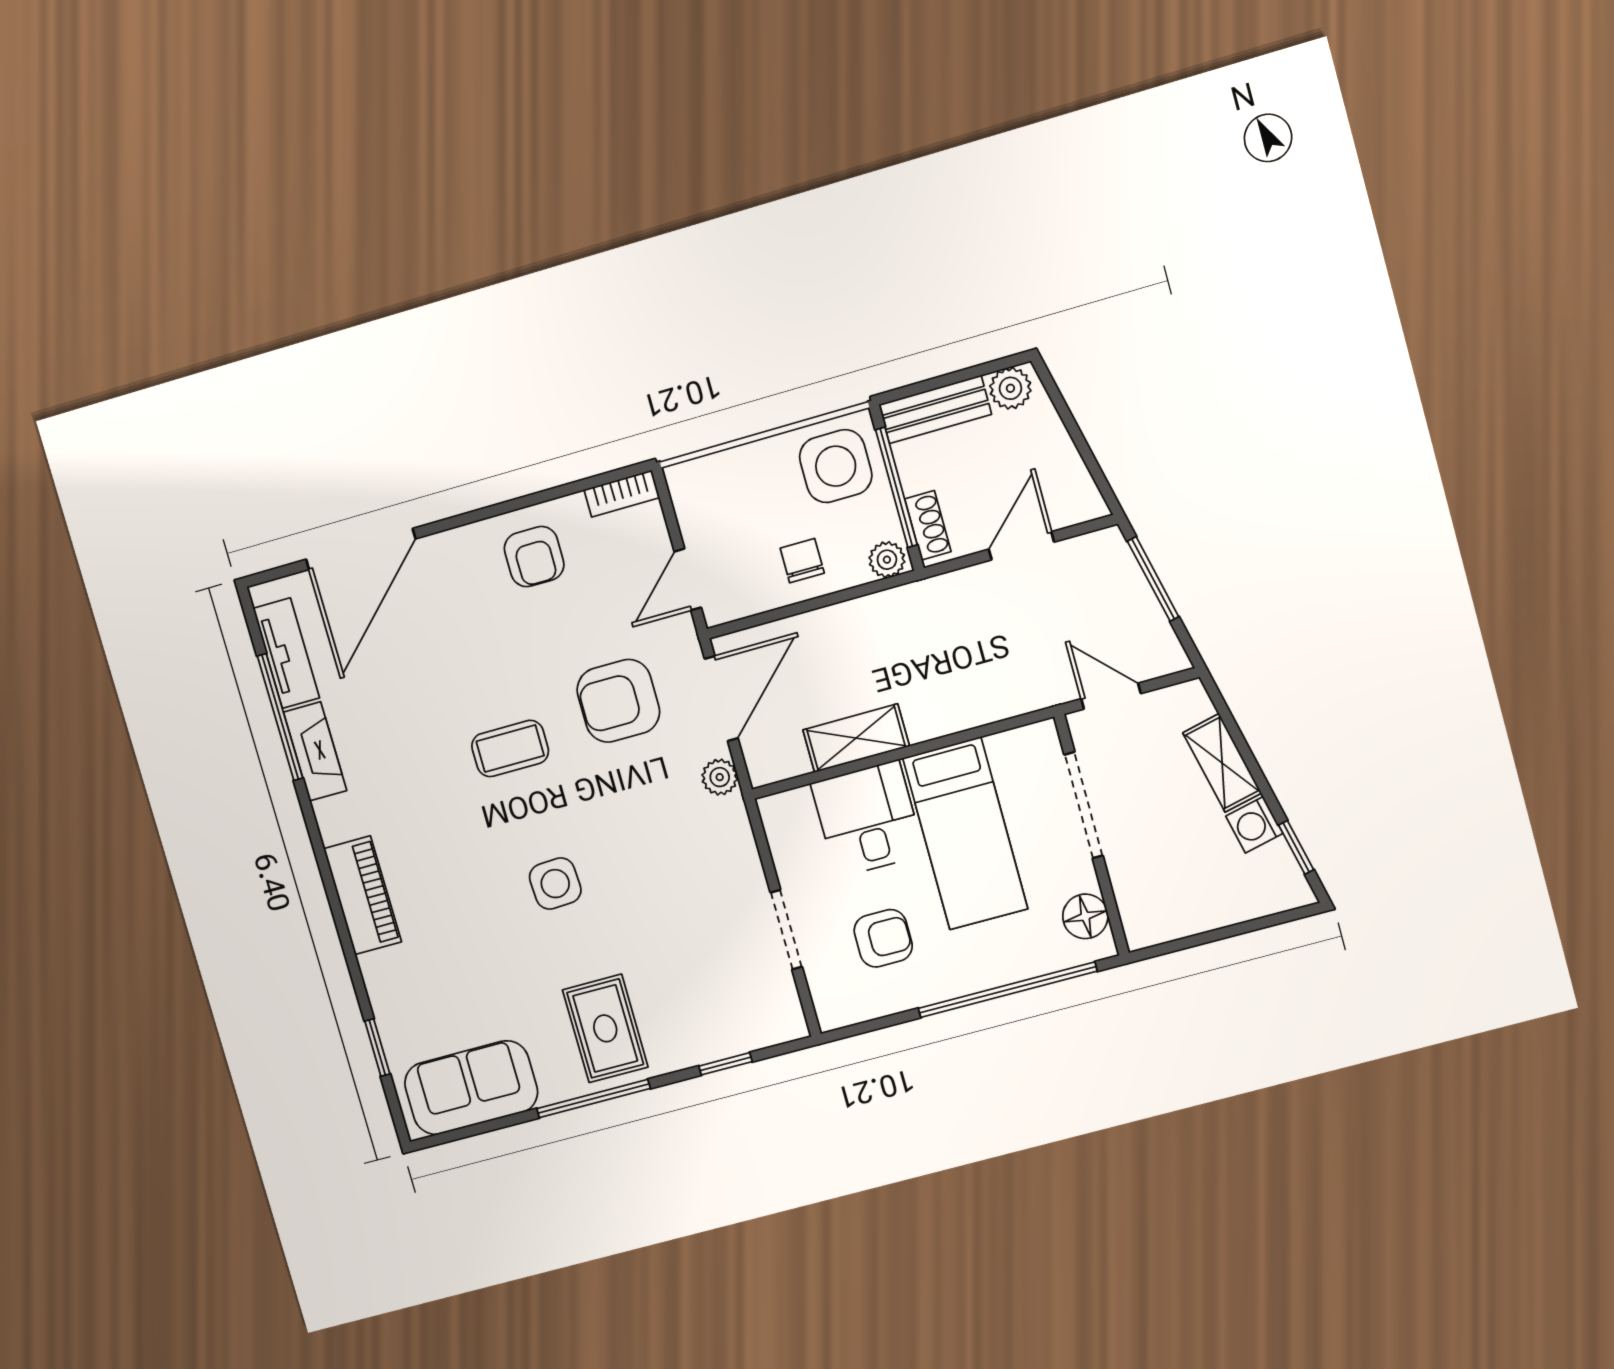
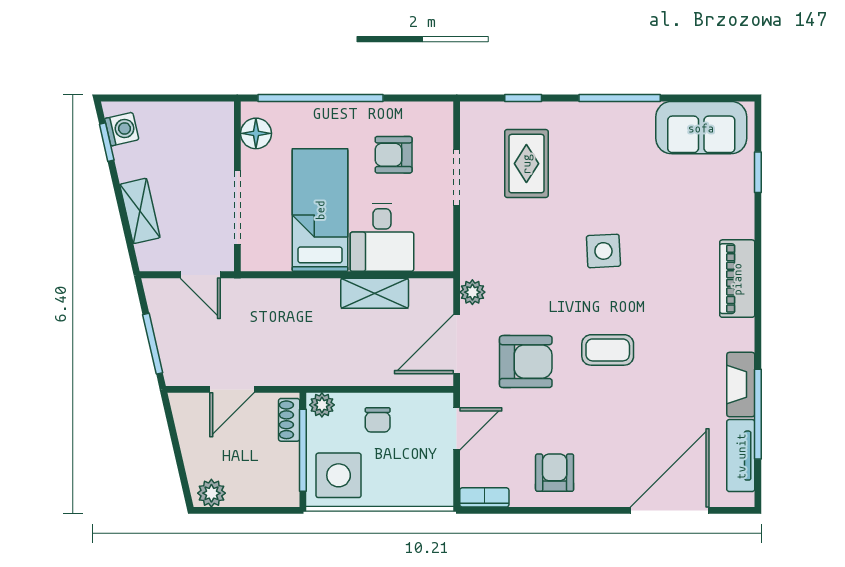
bench: (935, 409) -> (264, 494), removed
washing machine: (1254, 825) -> (122, 129), moved
rug: (605, 1028) -> (526, 164), moved

